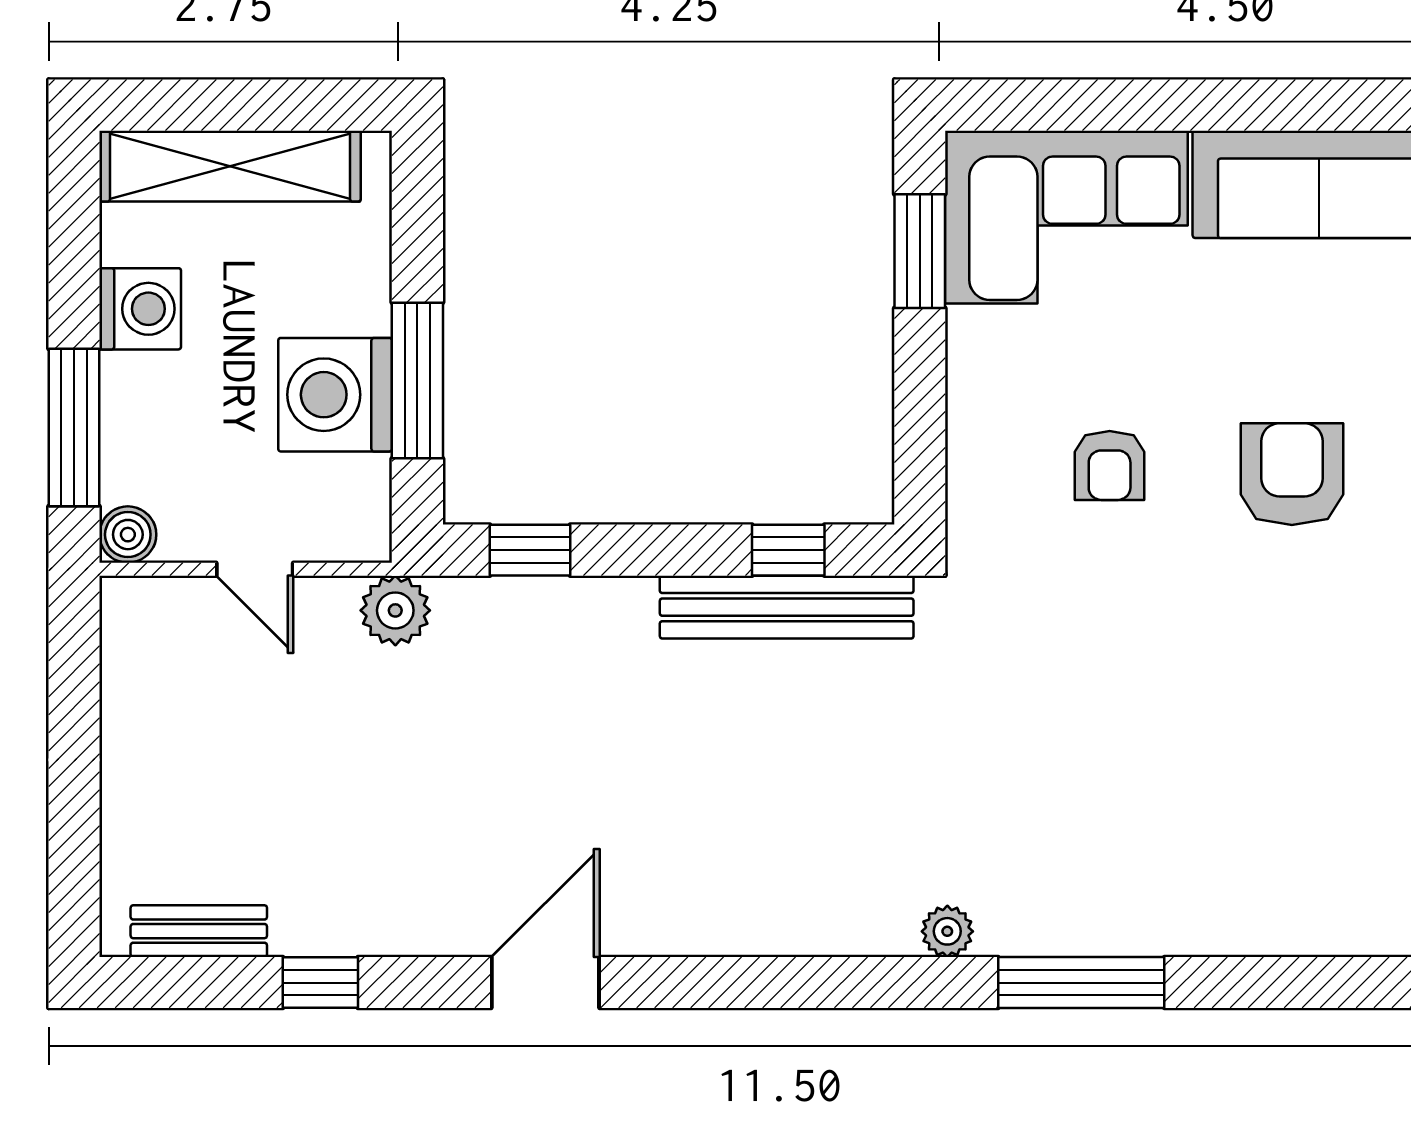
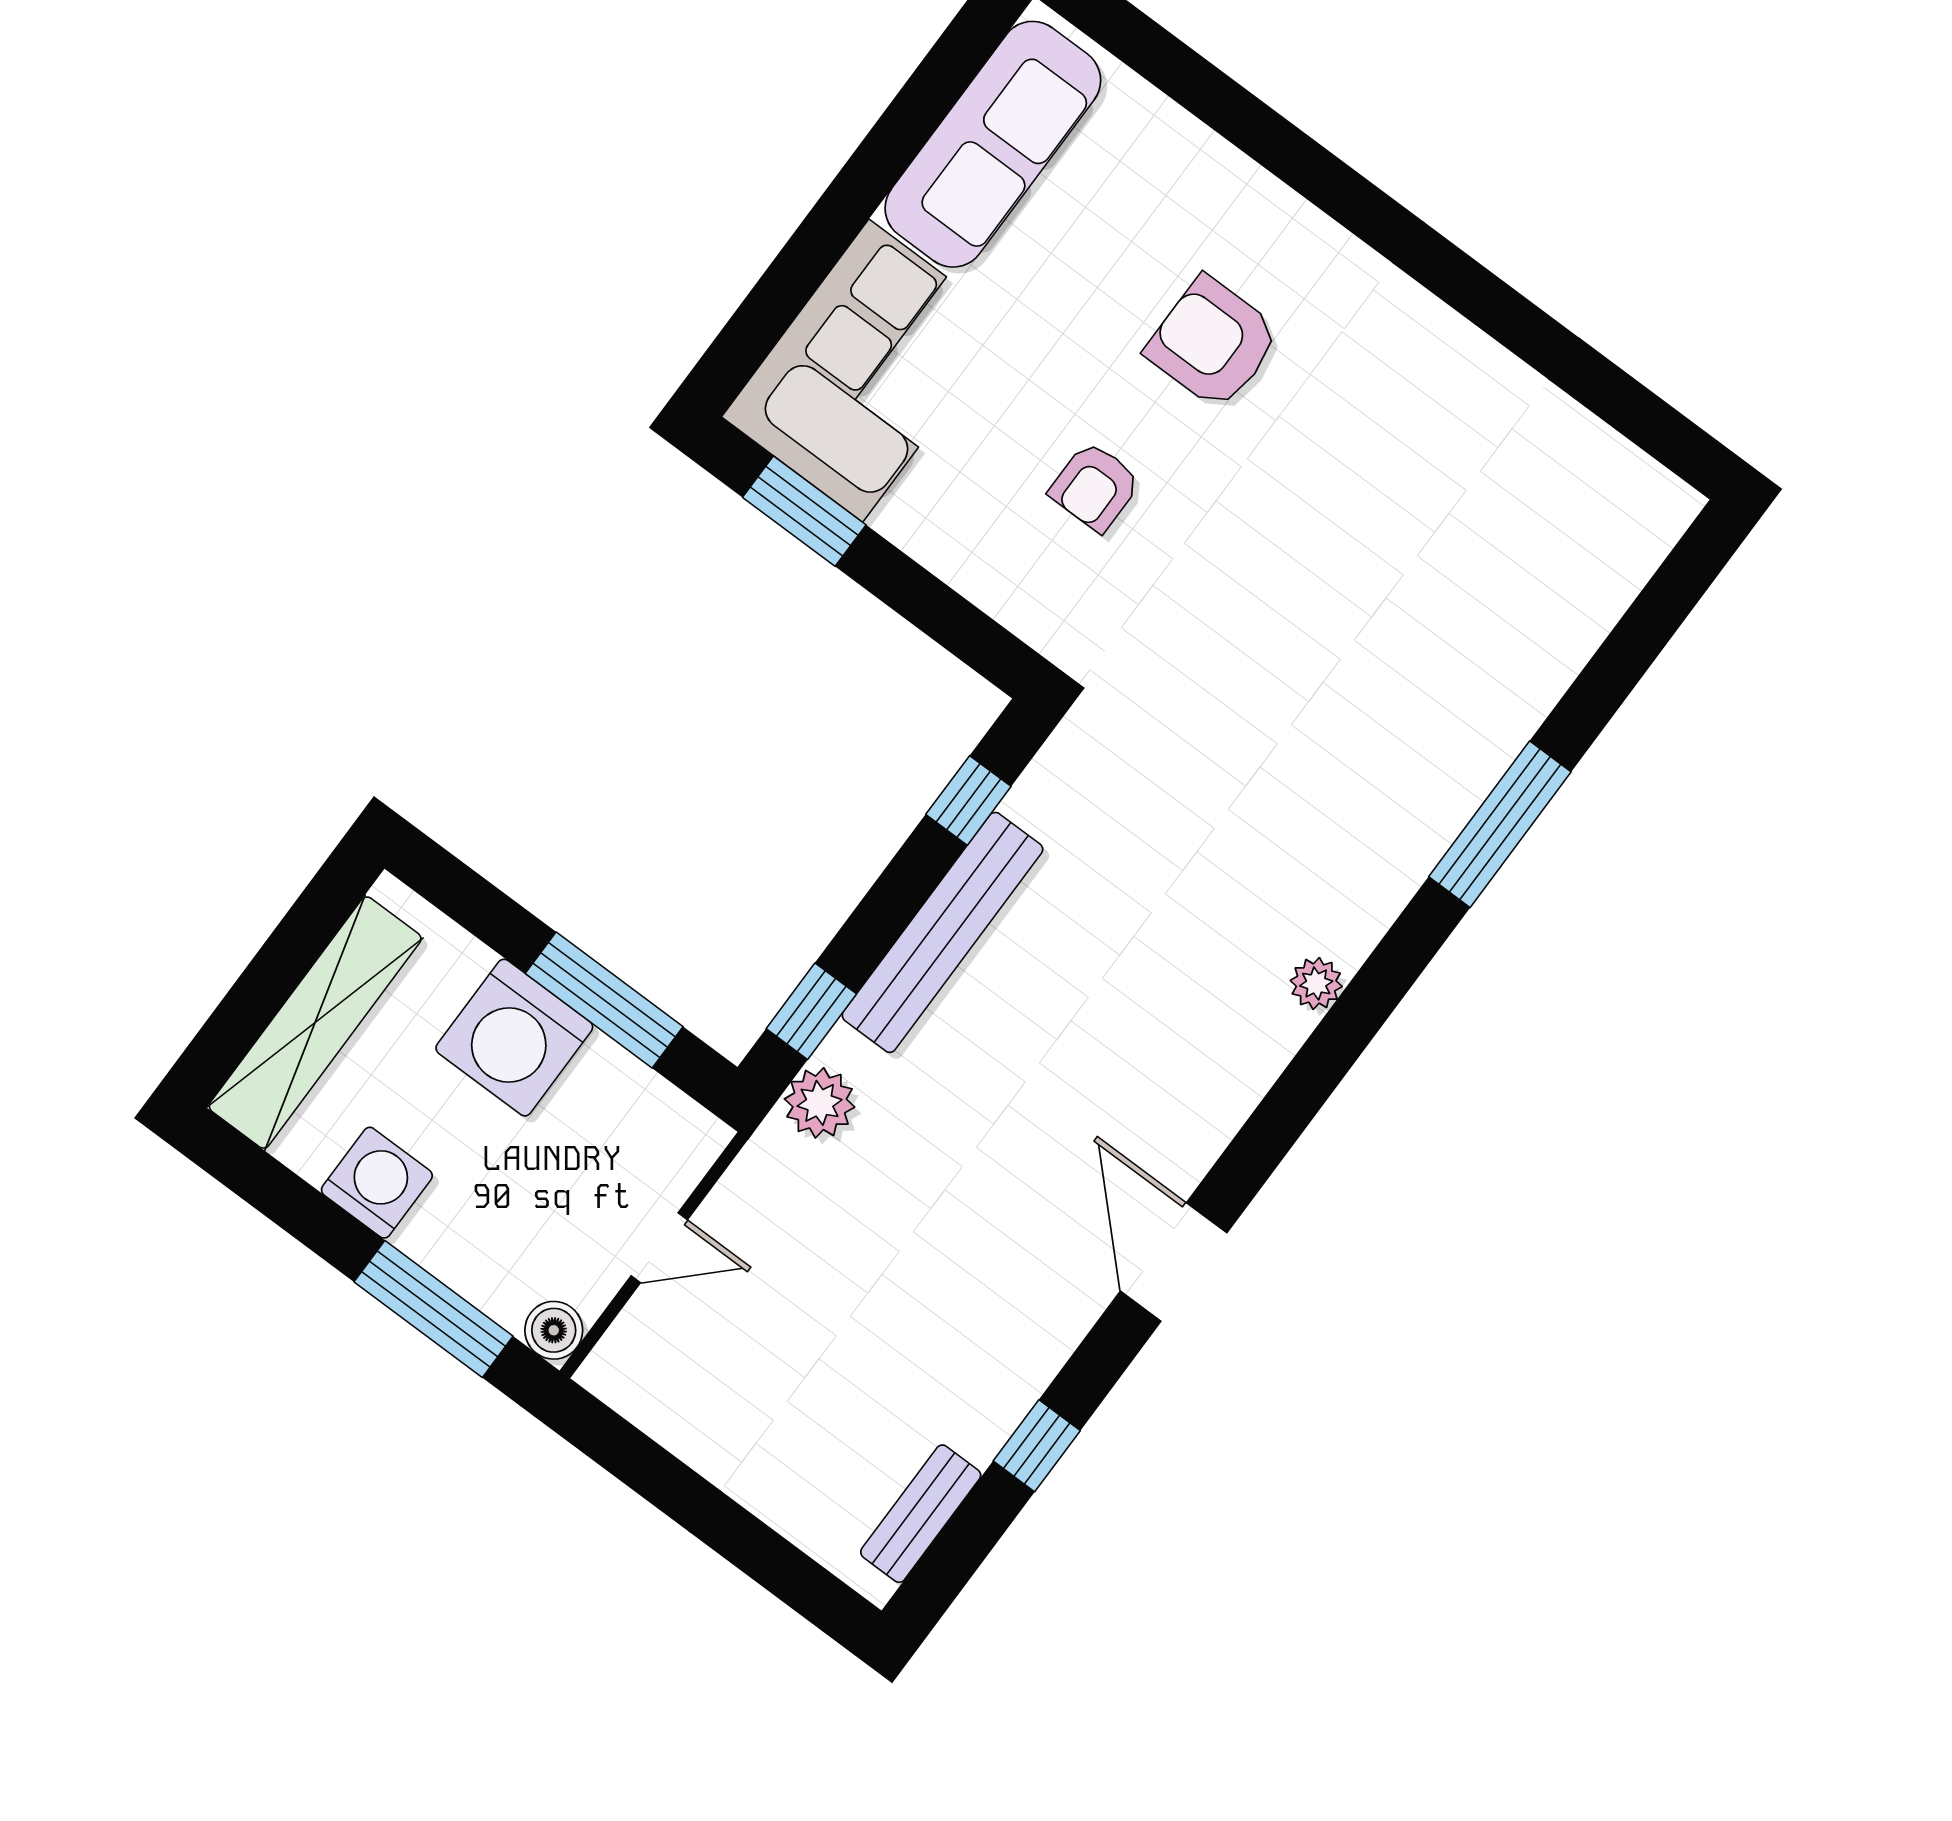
washing machine: (335, 395) -> (514, 1038), moved
armchair: (1110, 466) -> (1095, 487), turned 90
bench: (787, 607) -> (942, 932), moved
plant: (395, 610) -> (820, 1103), moved
plant: (947, 931) -> (1316, 983), moved

